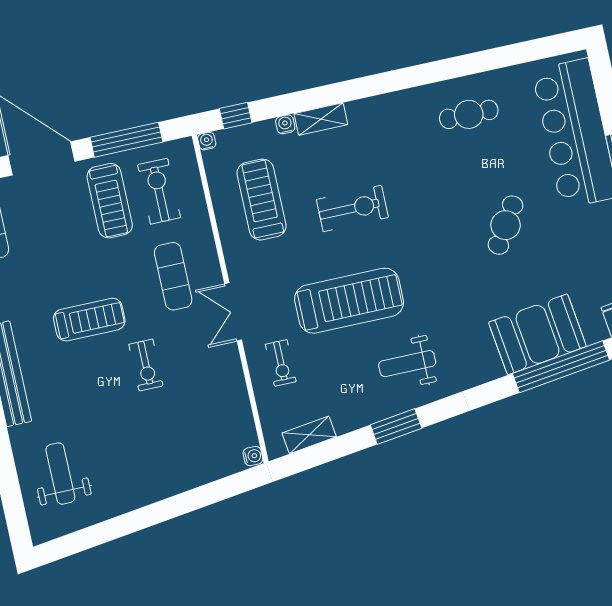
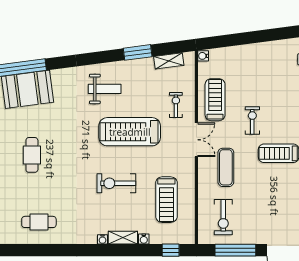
water cooler: (207, 141) -> (103, 239), moved
treadmill: (110, 201) -> (215, 100), moved
cafe table: (506, 225) -> (32, 155), turned -32
window: (396, 426) -> (138, 52), moved

